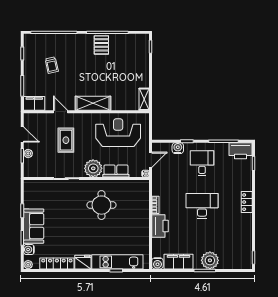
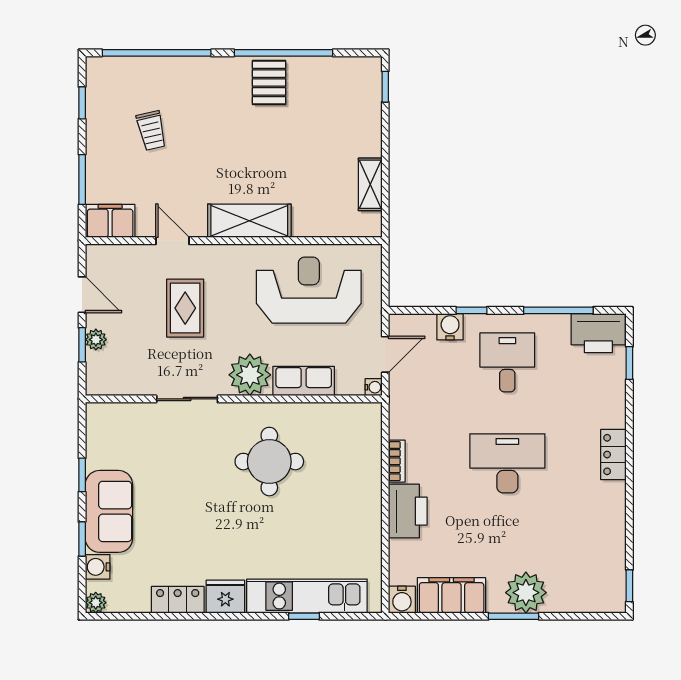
shelving: (144, 99) -> (370, 184), moved
locker: (57, 263) -> (178, 600), width x0.66

